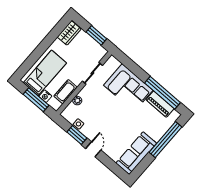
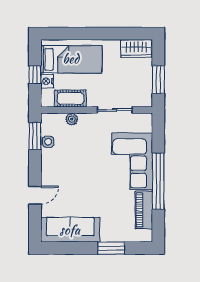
window: (163, 93) -> (158, 181), moved
window: (36, 100) -> (35, 75), width x0.46
window: (77, 135) -> (35, 136), moved
window: (165, 140) -> (111, 248), width x0.47
door: (93, 149) -> (35, 195), moved

